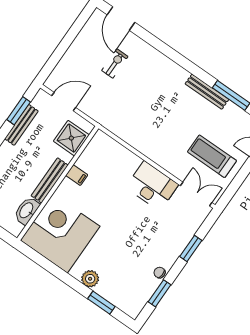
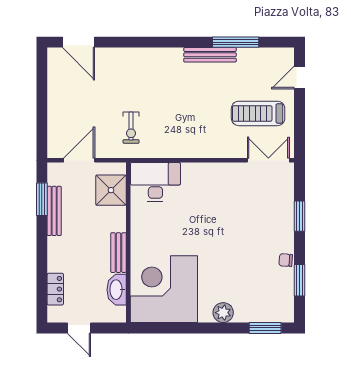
exercise bike: (115, 63) -> (131, 128), moved, turned 180
filing cabinet: (77, 175) -> (141, 222), removed
bench: (50, 180) -> (118, 253), width x0.73
desk: (152, 186) -> (155, 182), moved
window: (101, 303) -> (265, 328), moved

